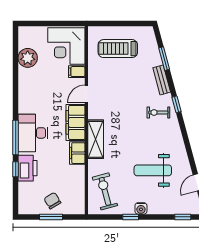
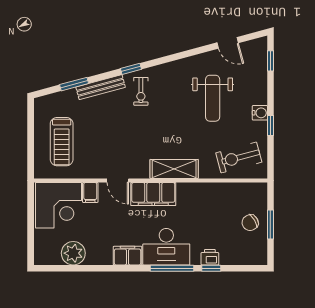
bench: (162, 80) -> (101, 87), width x1.36
filing cabinet: (77, 153) -> (128, 256), moved, turned 180
printer: (28, 168) -> (210, 257), width x0.53, depth x0.68

